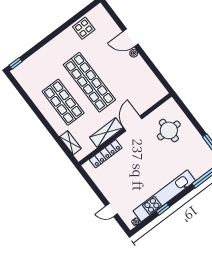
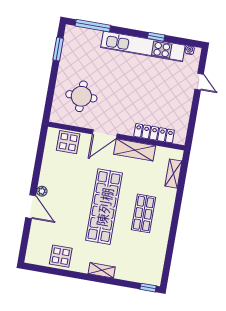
shelving: (52, 45) -> (102, 270), added
display table: (149, 97) -> (68, 142), added
shop shelf: (63, 102) -> (143, 213), width x0.70, depth x0.74

